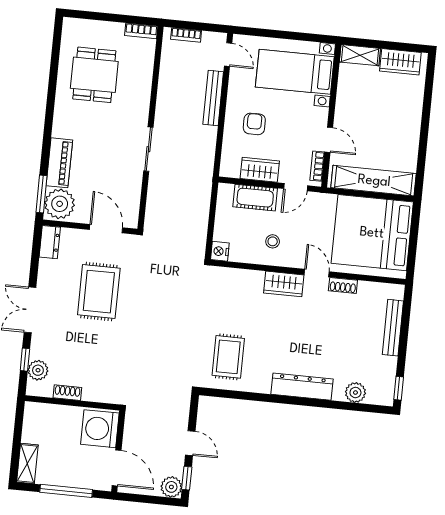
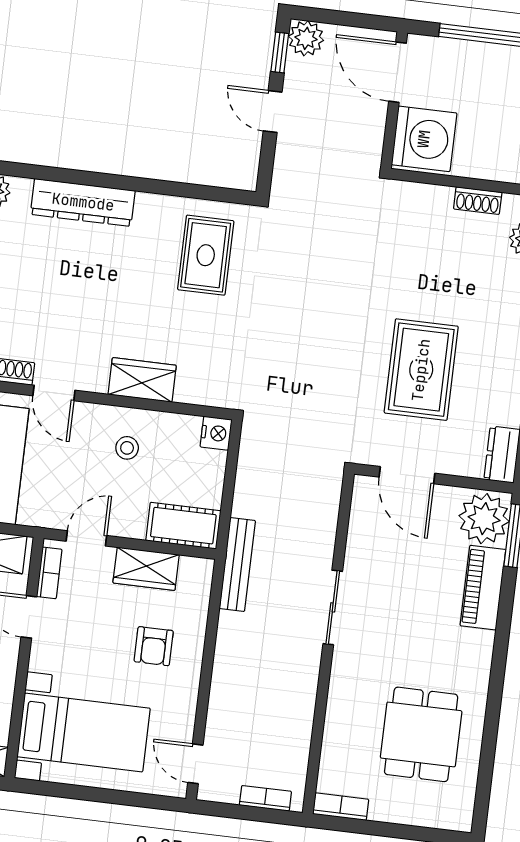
bench: (213, 98) -> (237, 564), moved
cot: (255, 198) -> (183, 526), moved
wardrobe: (284, 284) -> (142, 380), moved

